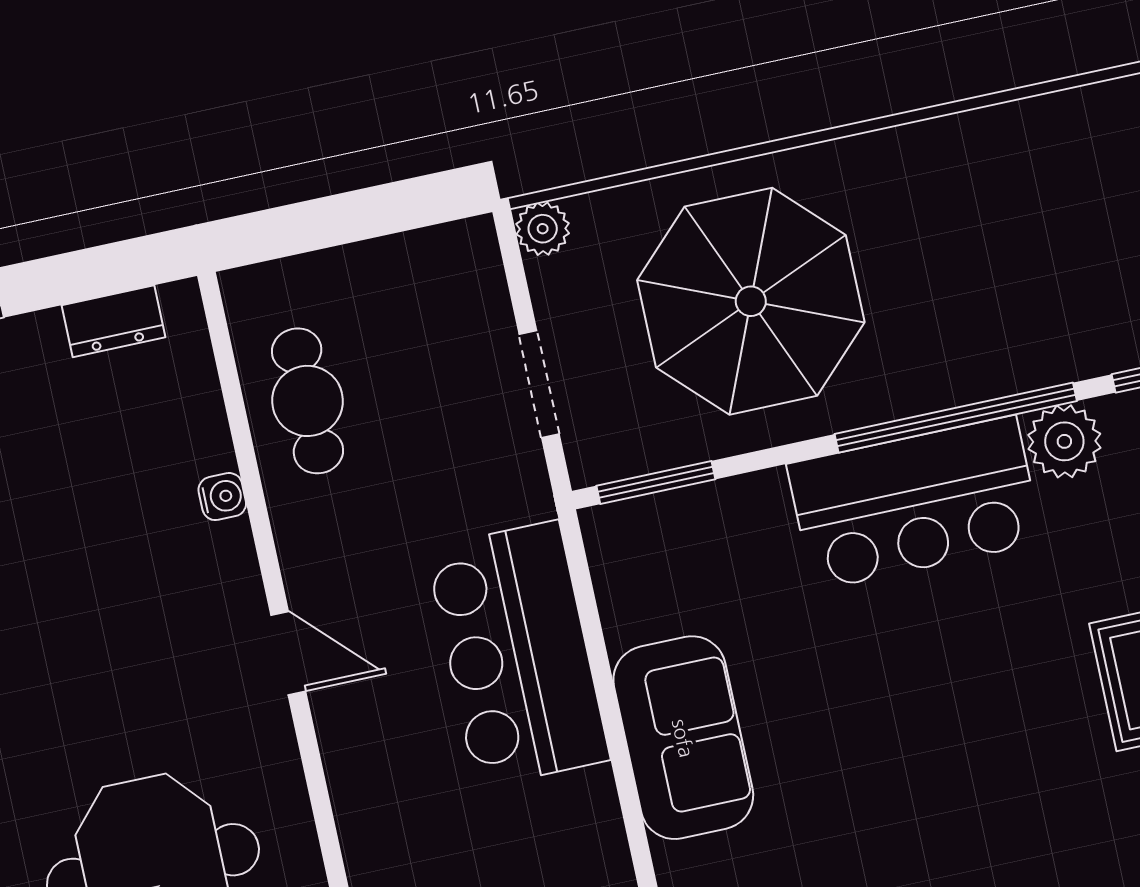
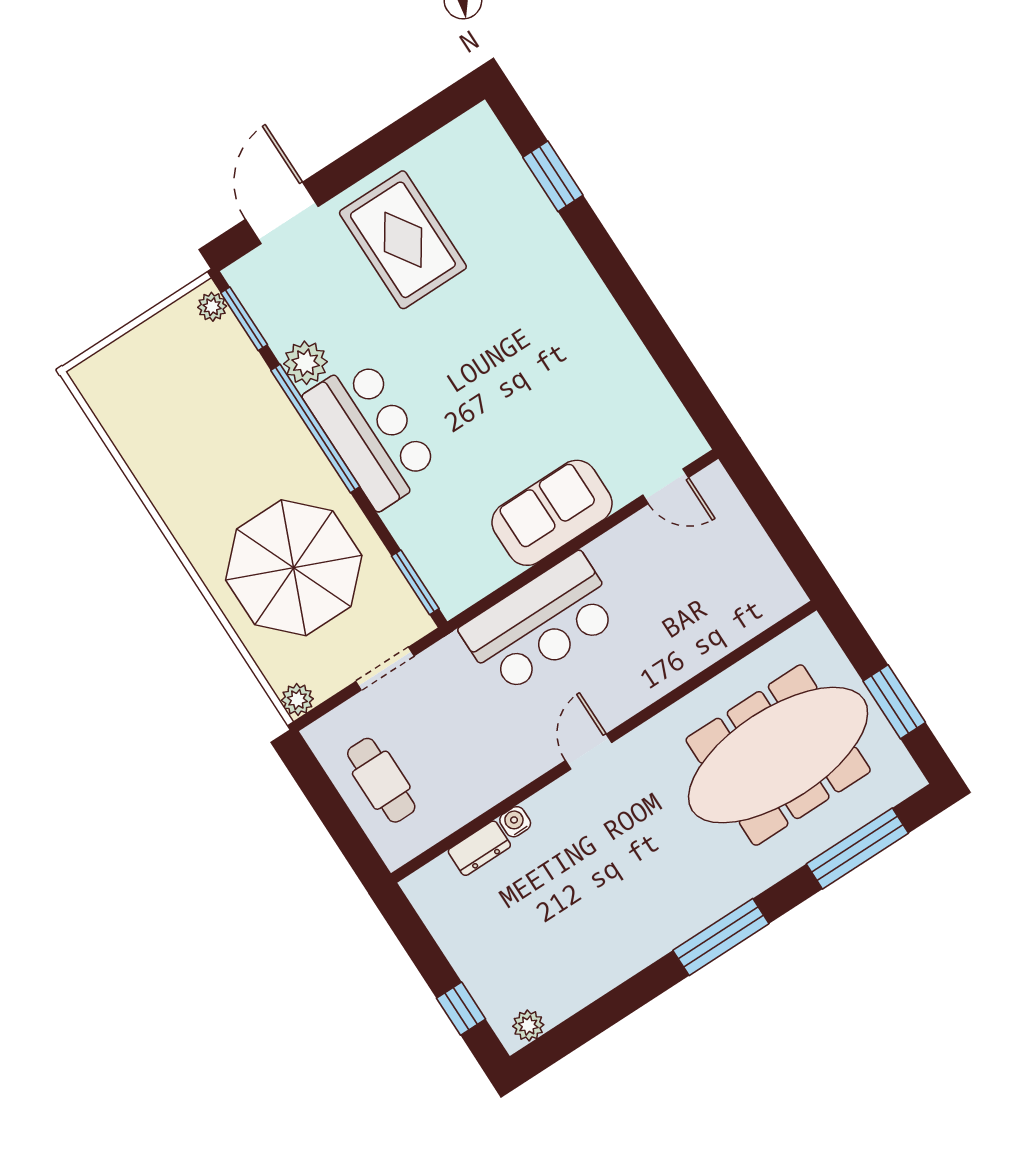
dresser: (113, 321) -> (479, 848), moved, turned 90
cafe table: (308, 401) -> (381, 780), moved, turned 90

